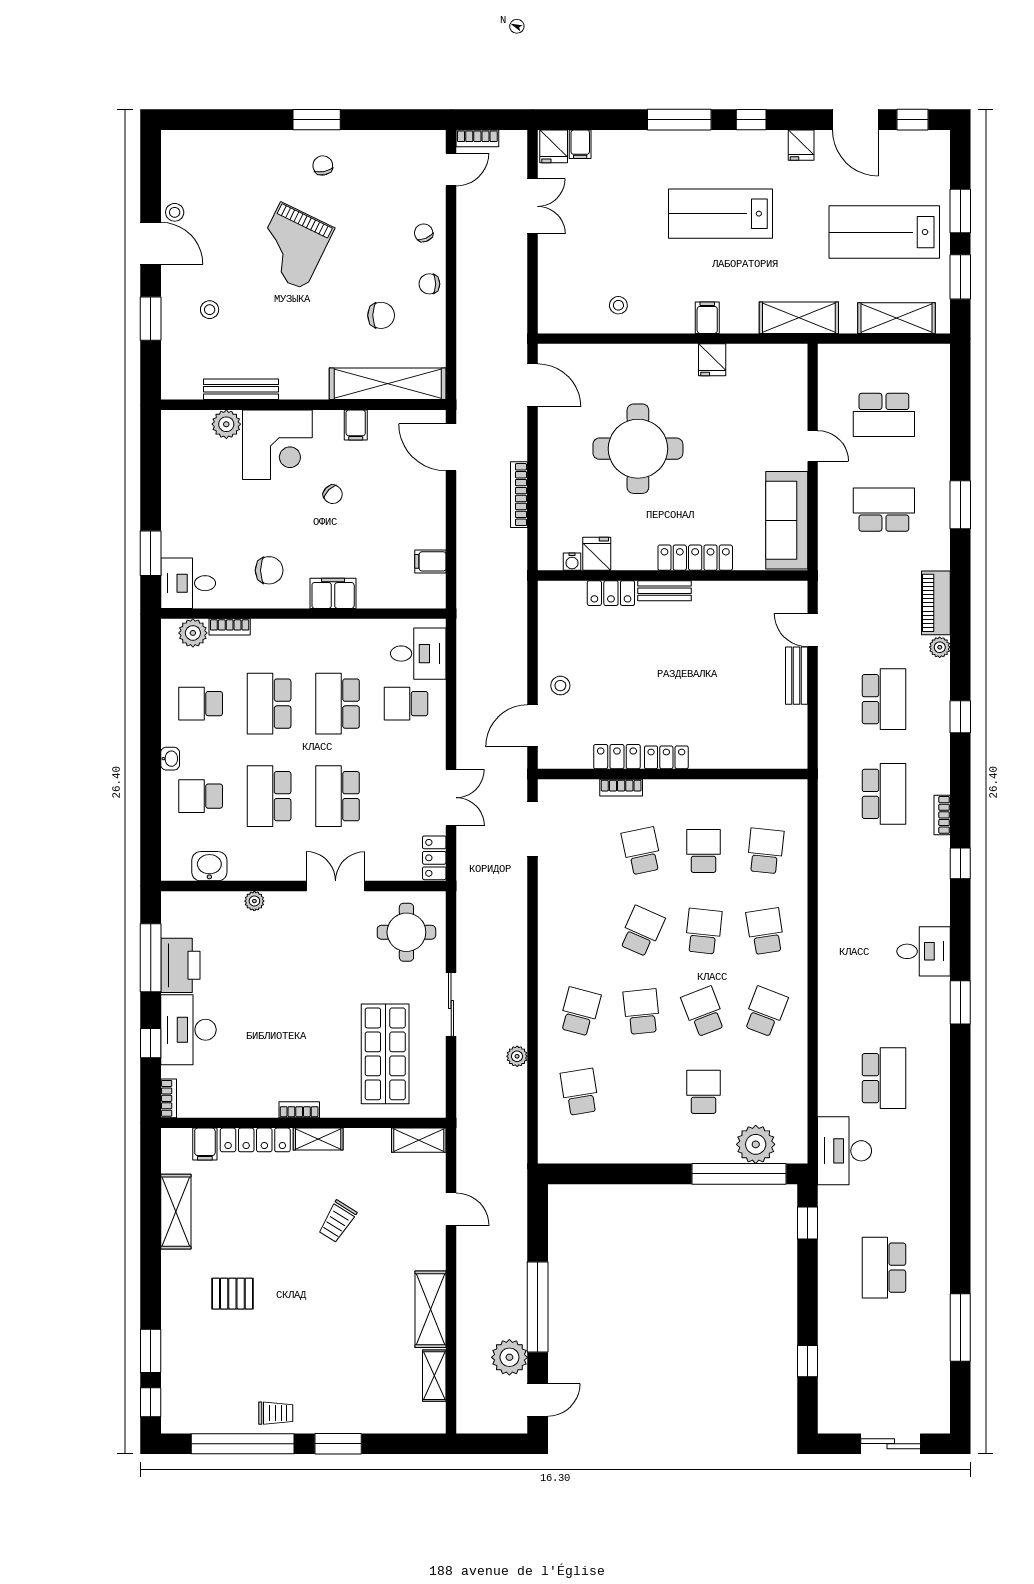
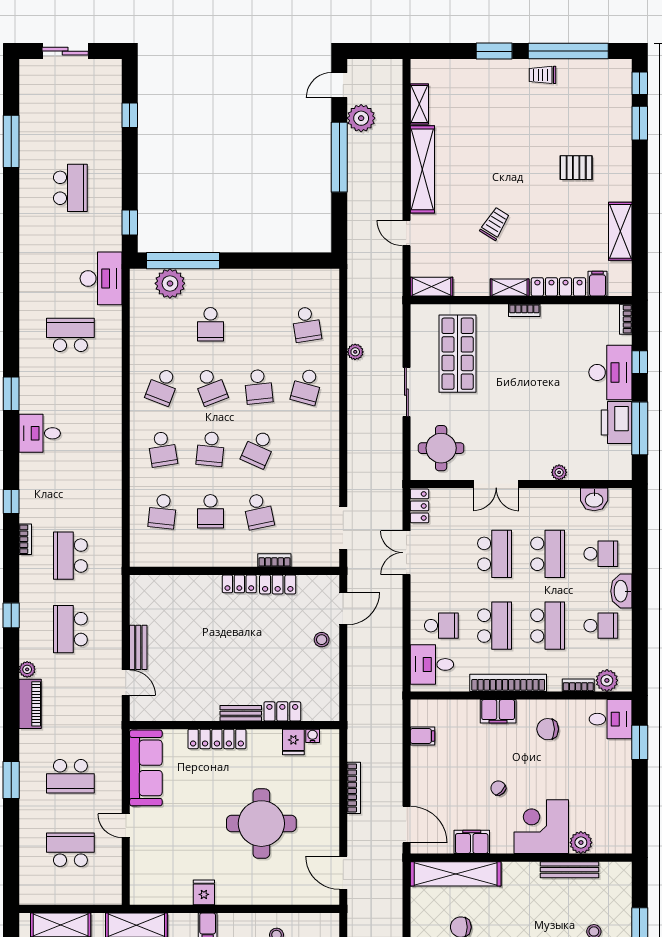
filing cabinet: (356, 425) -> (472, 842), width x2.00
bookcase: (320, 630) -> (508, 683), added
washbasin: (170, 759) -> (621, 591), width x1.91, depth x1.45
school desk: (884, 1078) -> (70, 335), turned 90
shelving: (431, 1309) -> (422, 169), width x1.47

